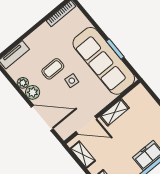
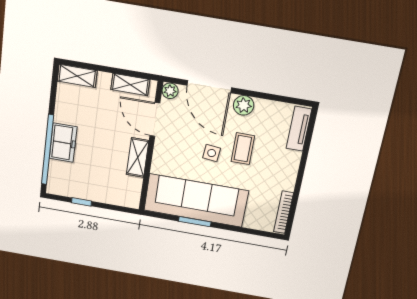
plant: (23, 83) -> (170, 91), moved
door: (42, 118) -> (209, 87), hinge flipped
door: (86, 125) -> (155, 119), hinge flipped

